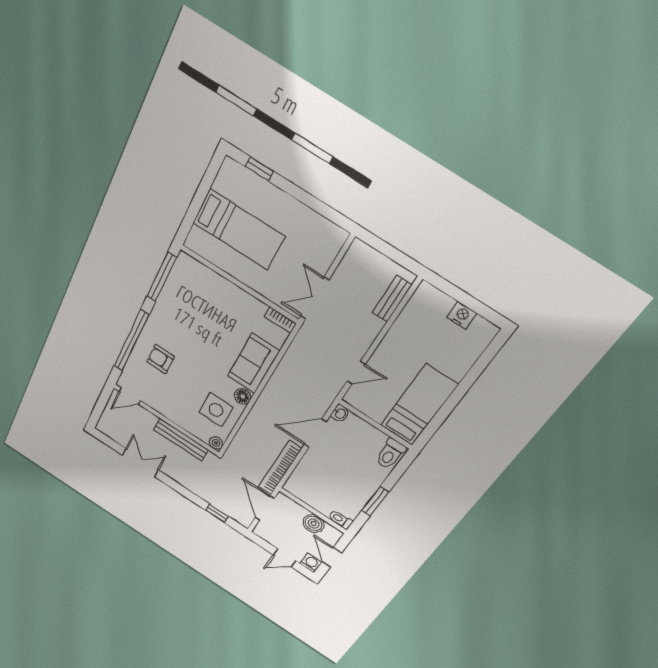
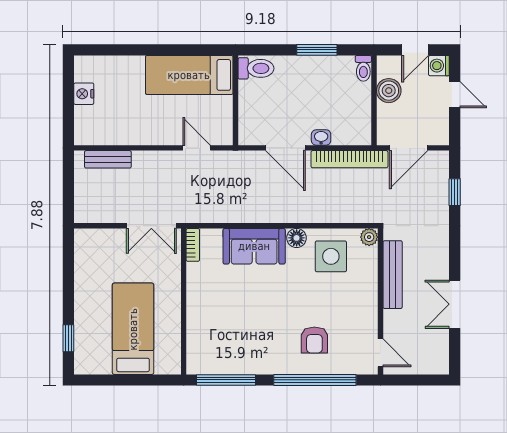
washbasin: (340, 413) -> (321, 137), moved

